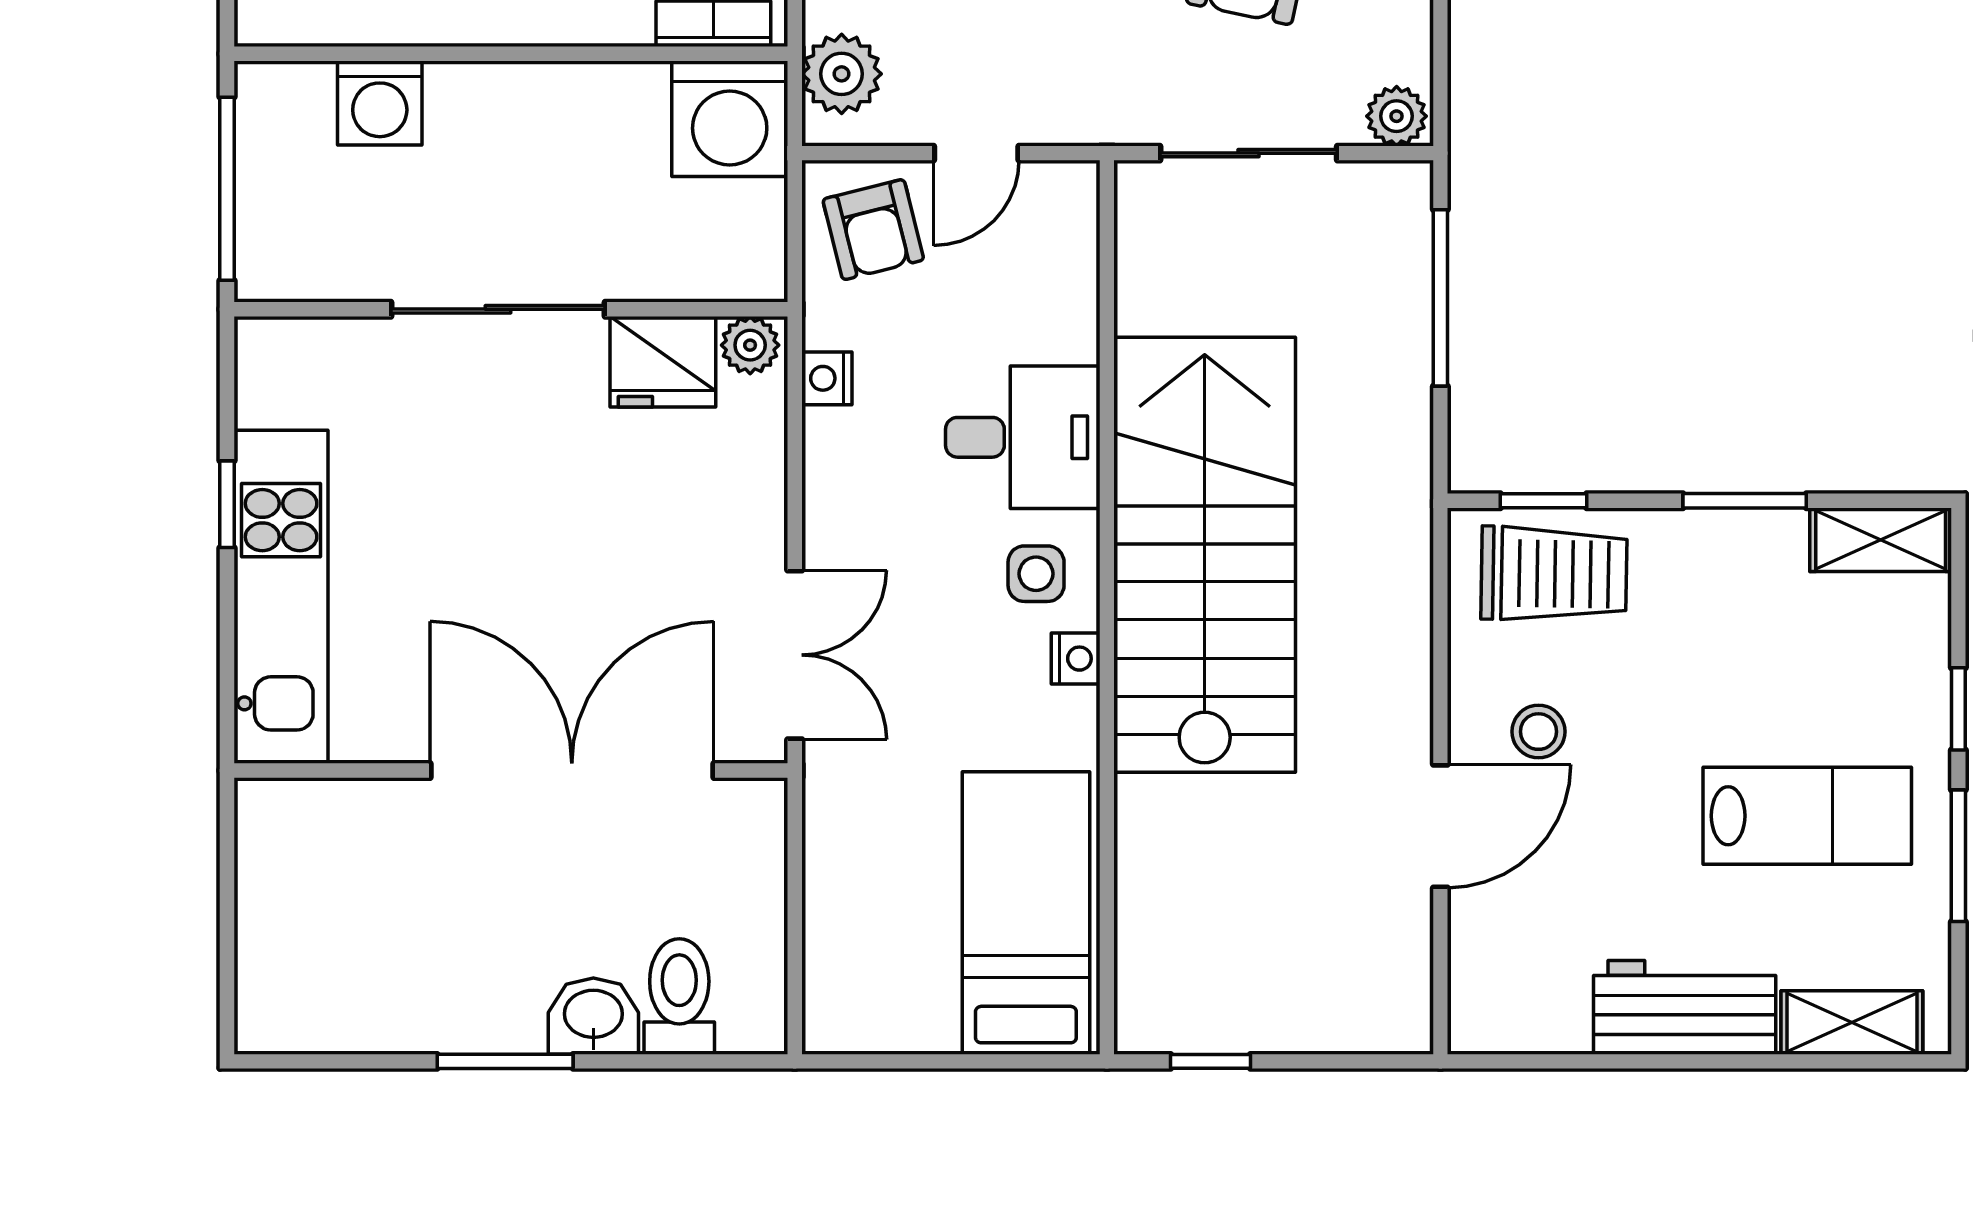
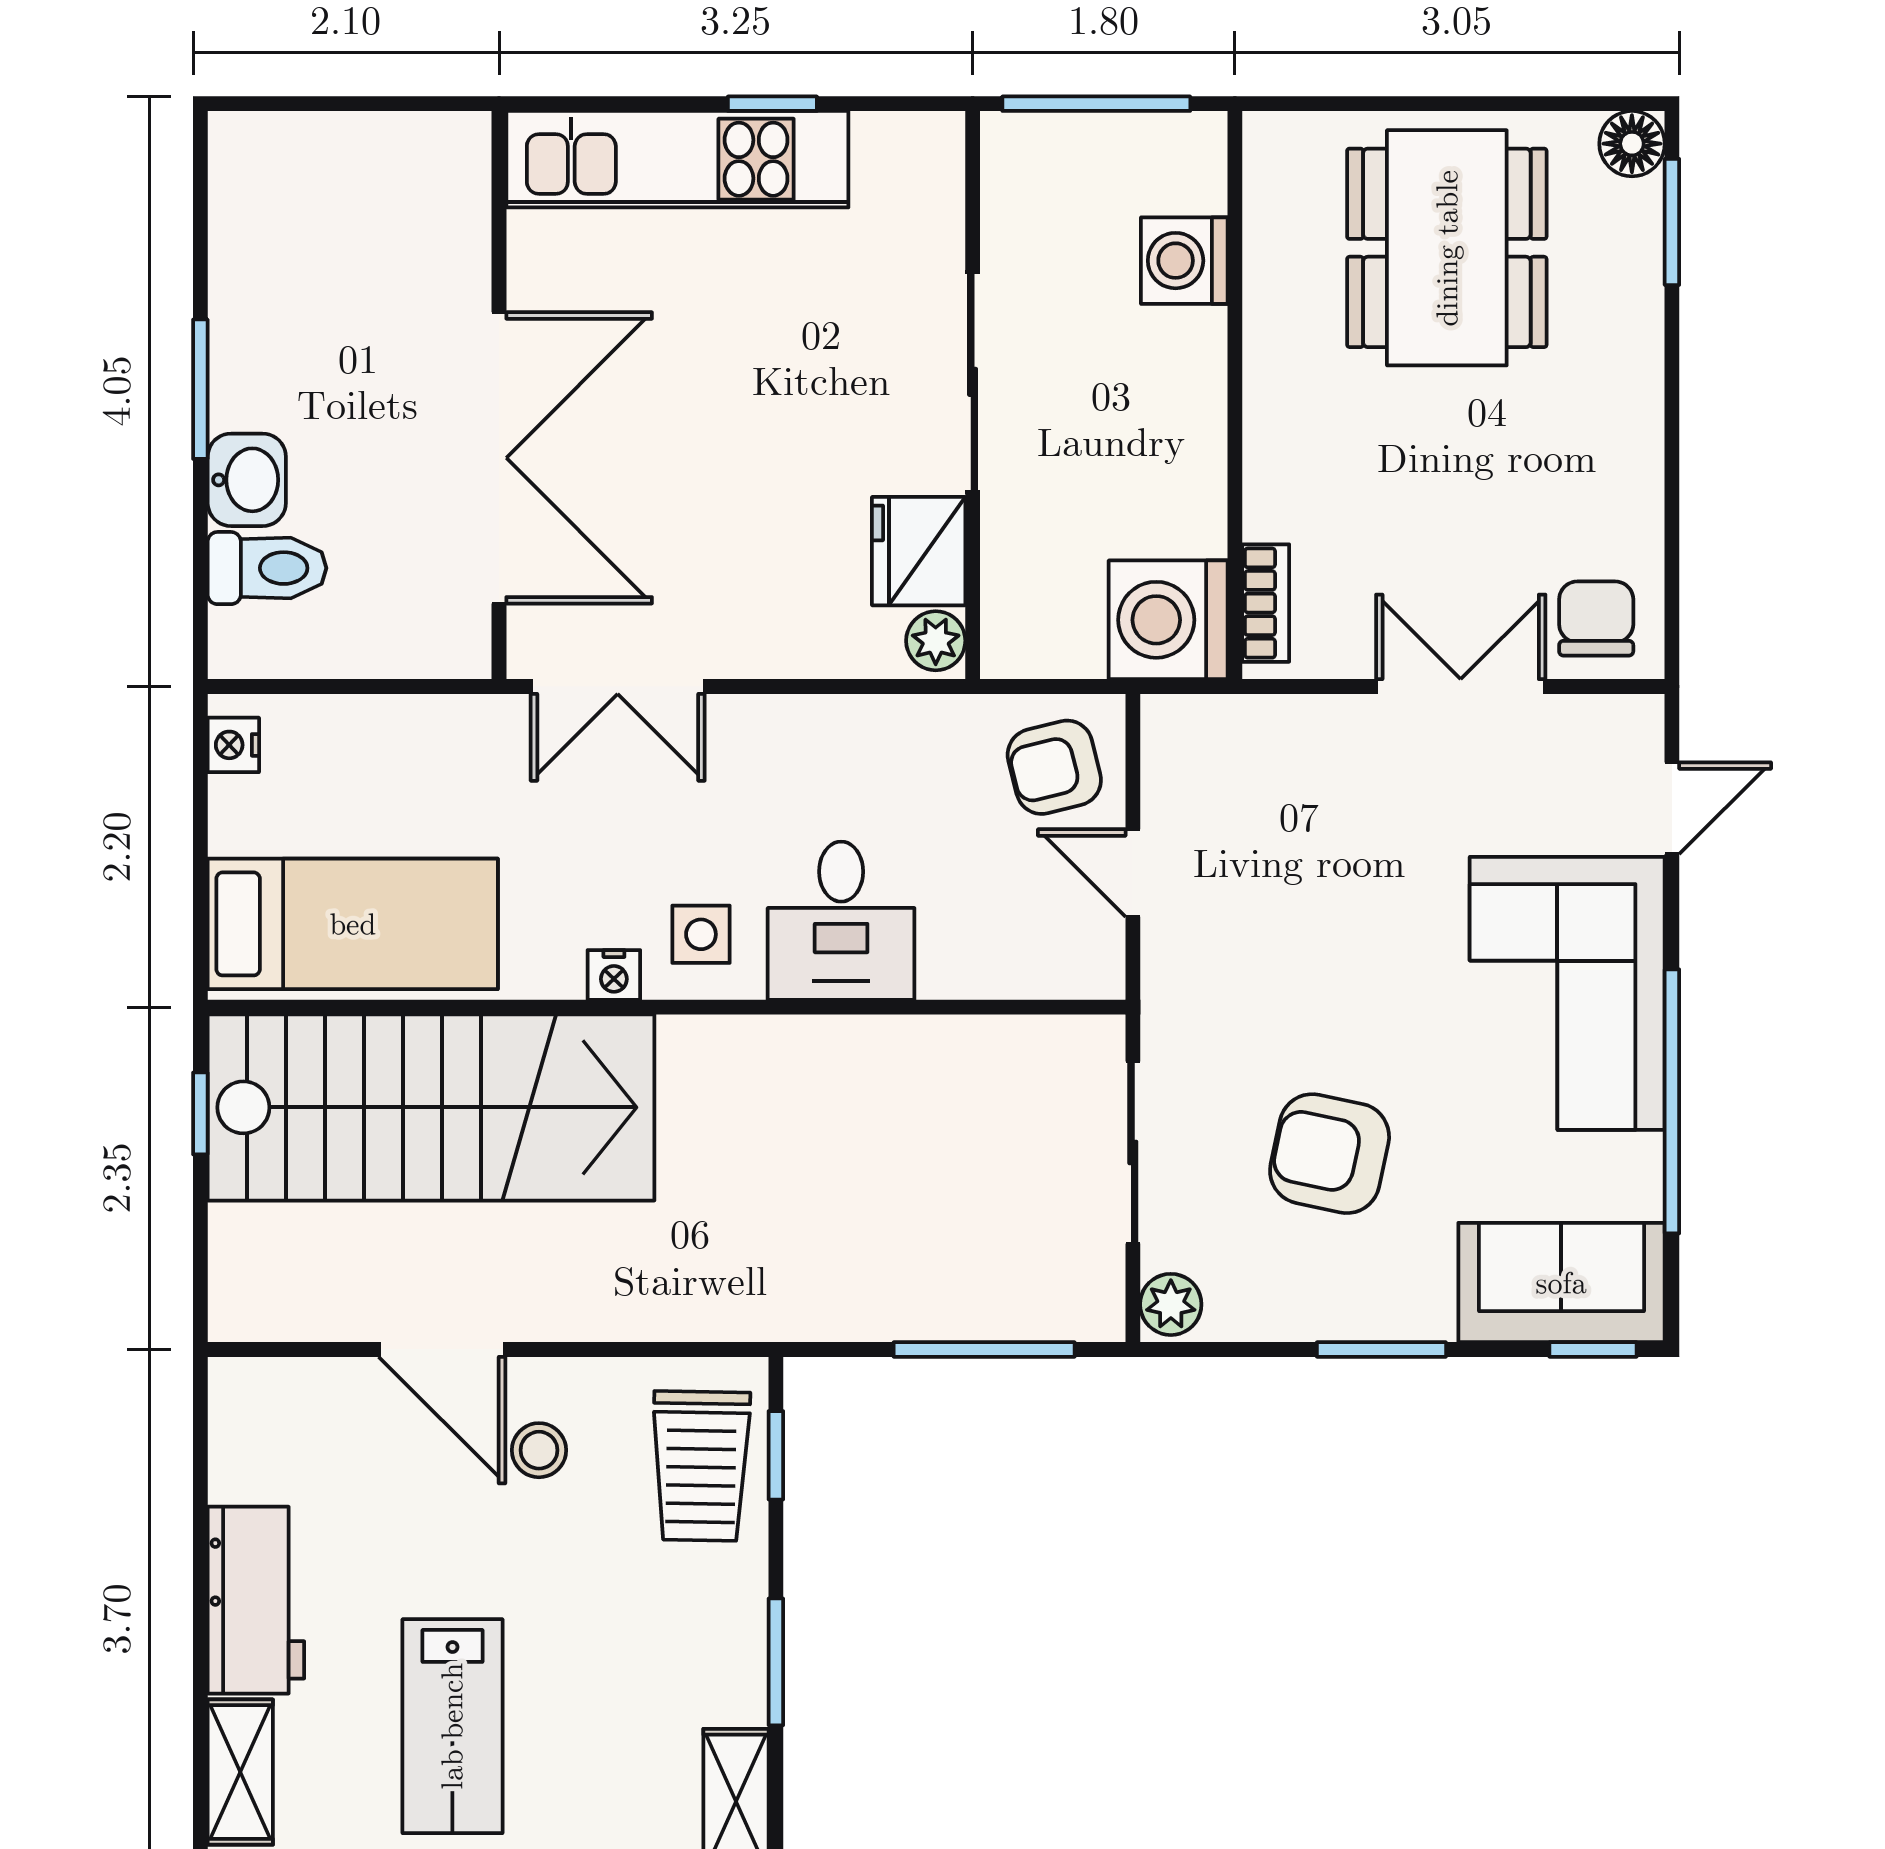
plant: (842, 74) -> (1214, 735), removed
nightstand: (827, 378) -> (233, 745), moved, turned -90
stairs: (1205, 555) -> (431, 1107), moved

